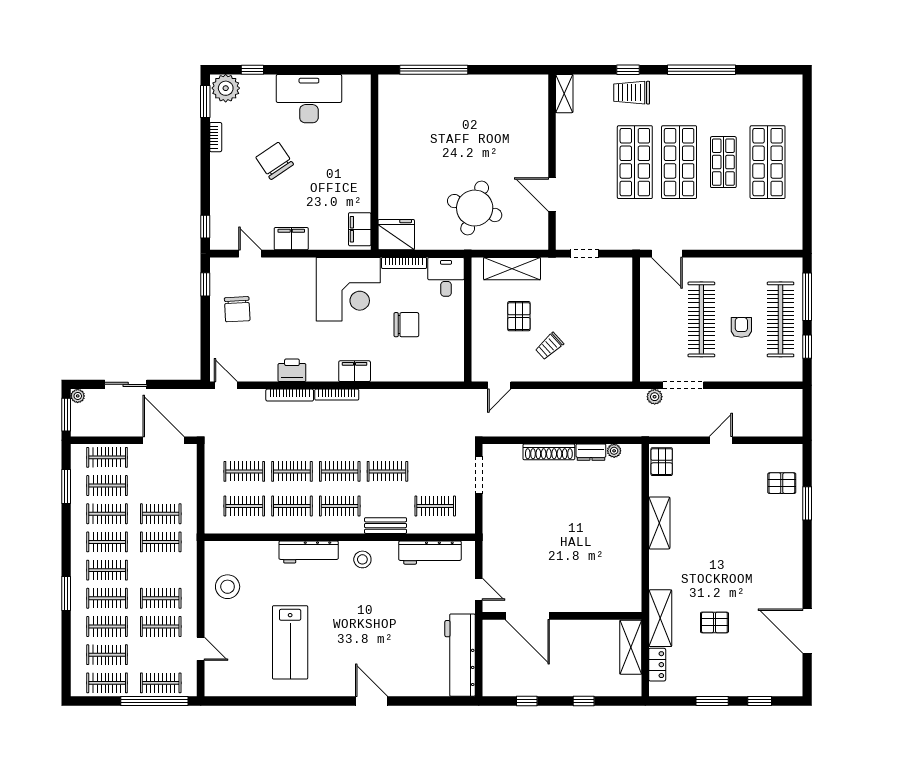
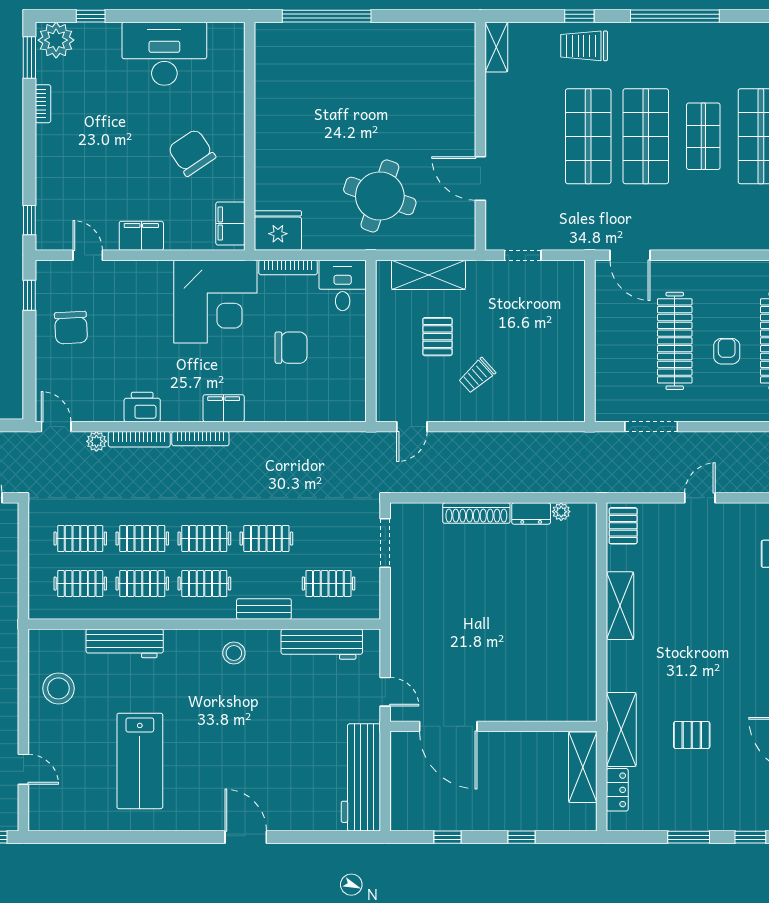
chair: (275, 161) -> (192, 153), moved
plant: (655, 397) -> (96, 441), moved
workbench: (309, 552) -> (125, 643), moved

